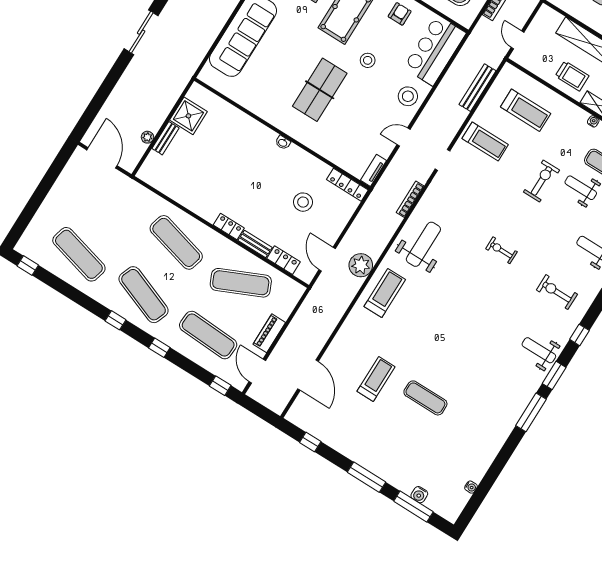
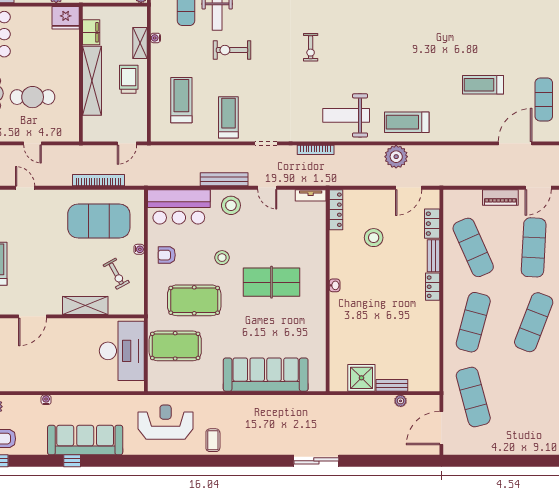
bench: (478, 88) -> (224, 179), moved
exercise mat: (79, 254) -> (473, 397), moved, turned -30
exercise mat: (425, 398) -> (544, 100), moved

